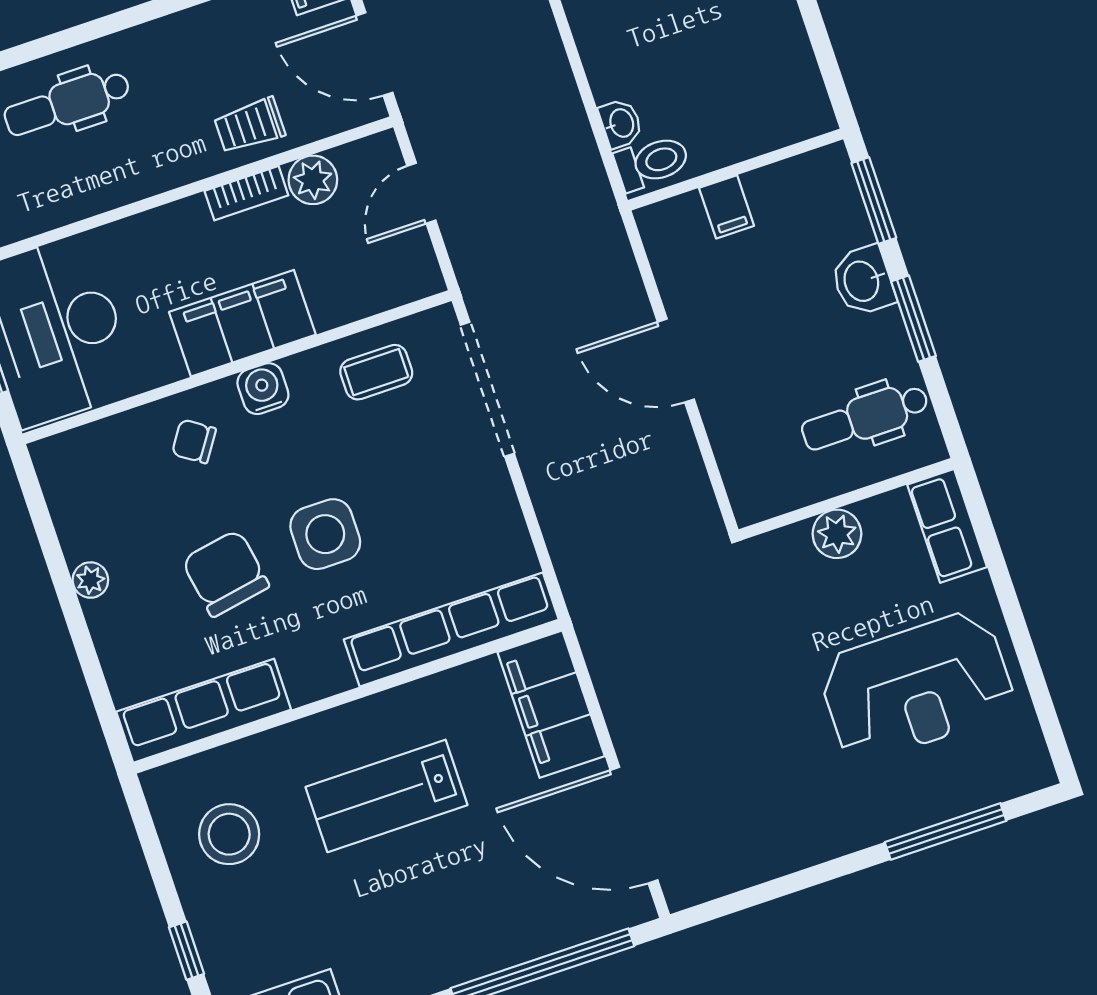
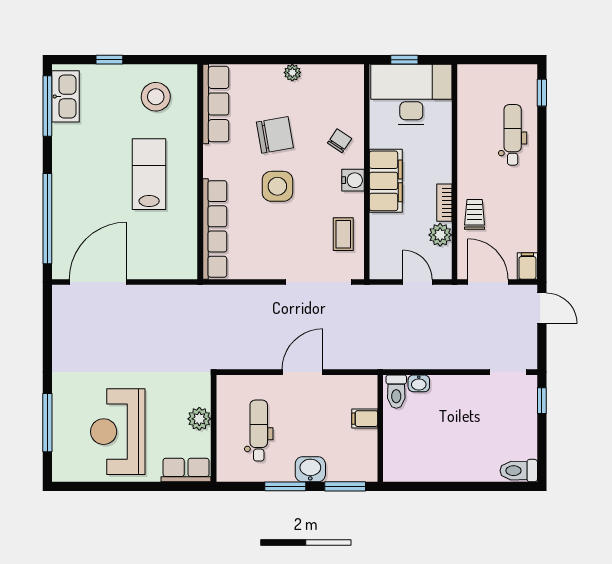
door: (374, 54) -> (488, 282), hinge flipped
dental chair: (865, 417) -> (259, 431), moved
filing cabinet: (551, 704) -> (166, 263), removed

